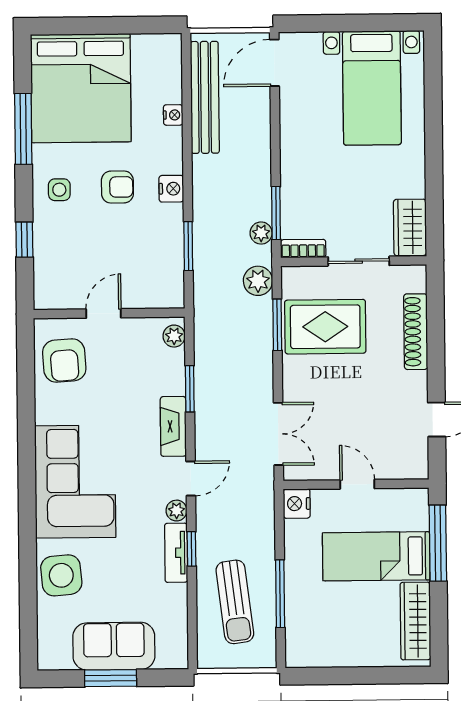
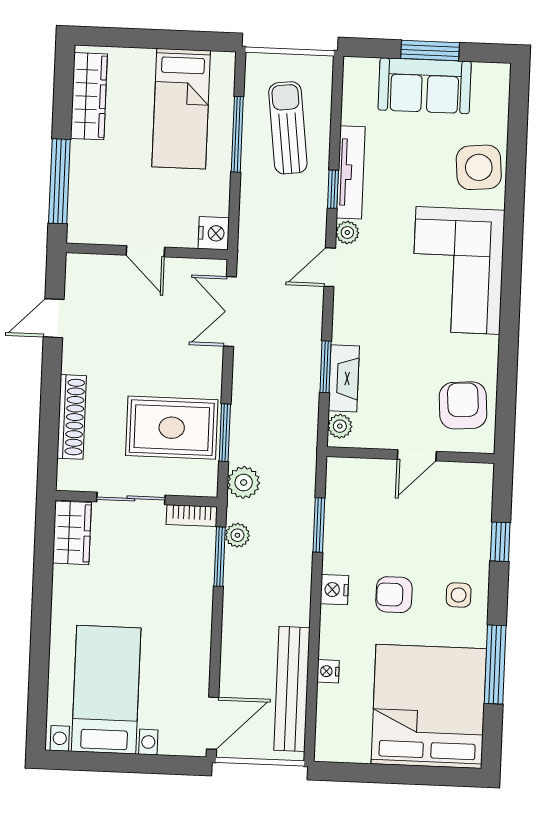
fireplace: (173, 426) -> (344, 378), moved
tv unit: (176, 553) -> (351, 172), width x1.41
bed: (376, 556) -> (181, 109), moved, turned 90

